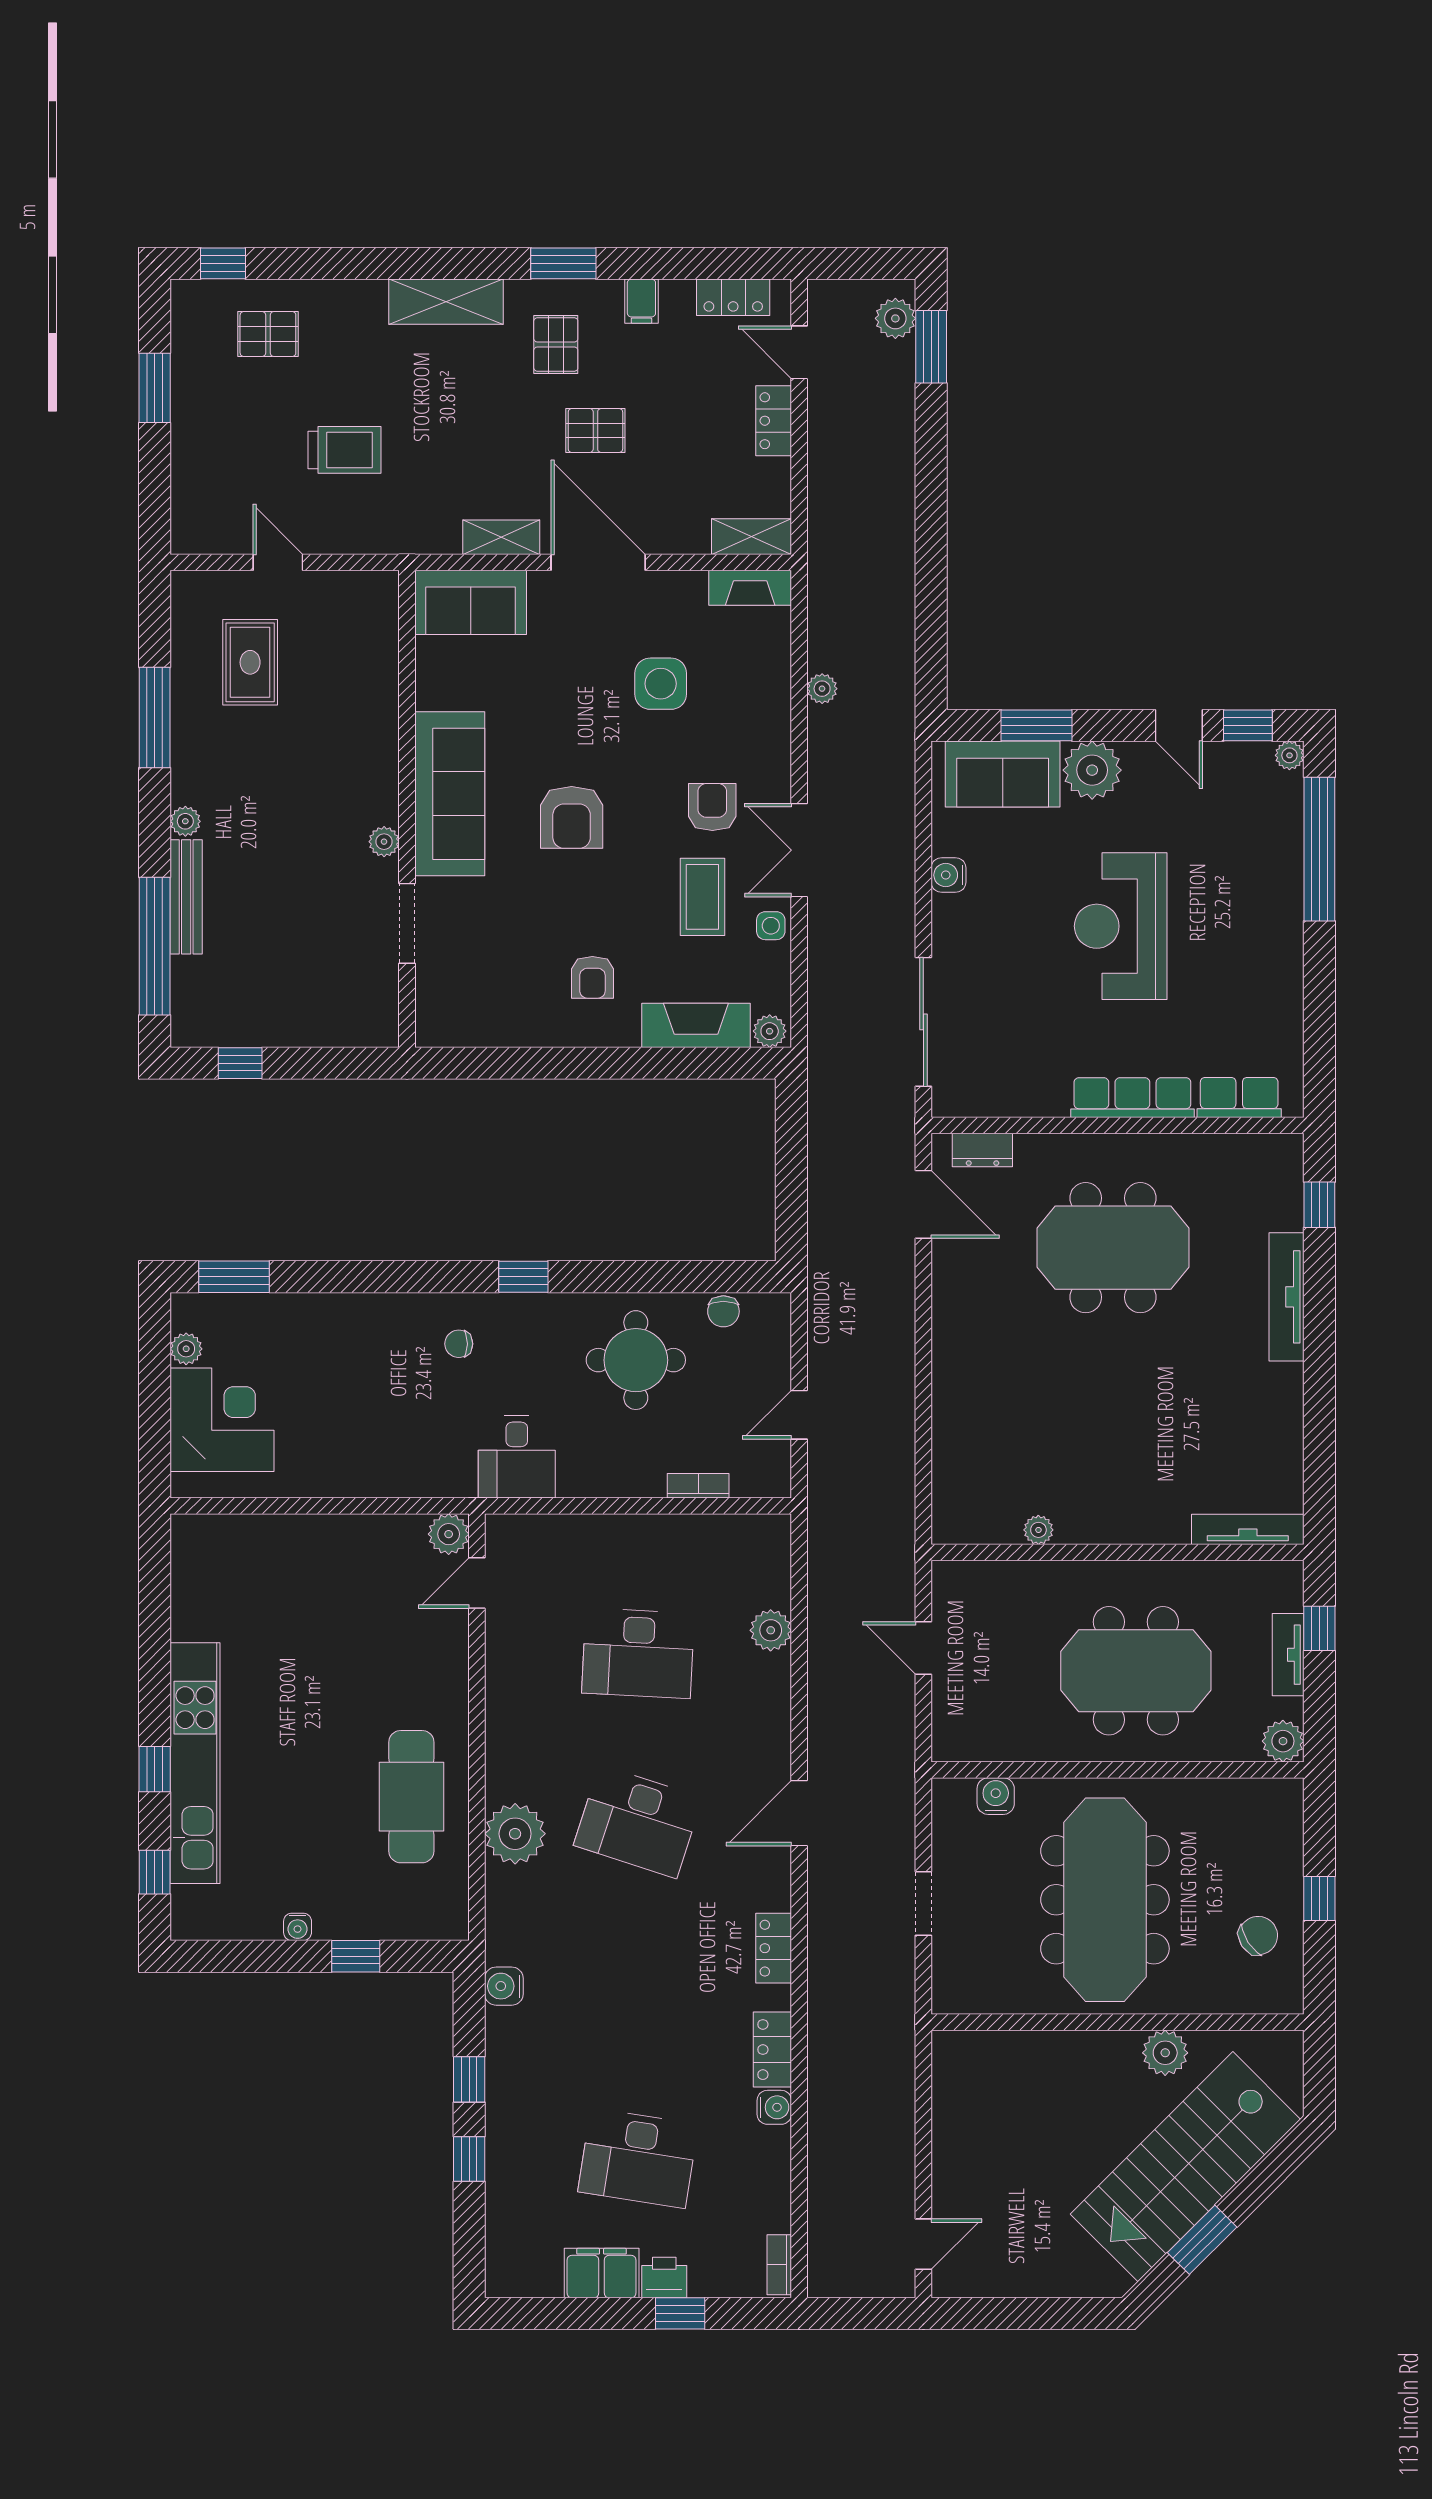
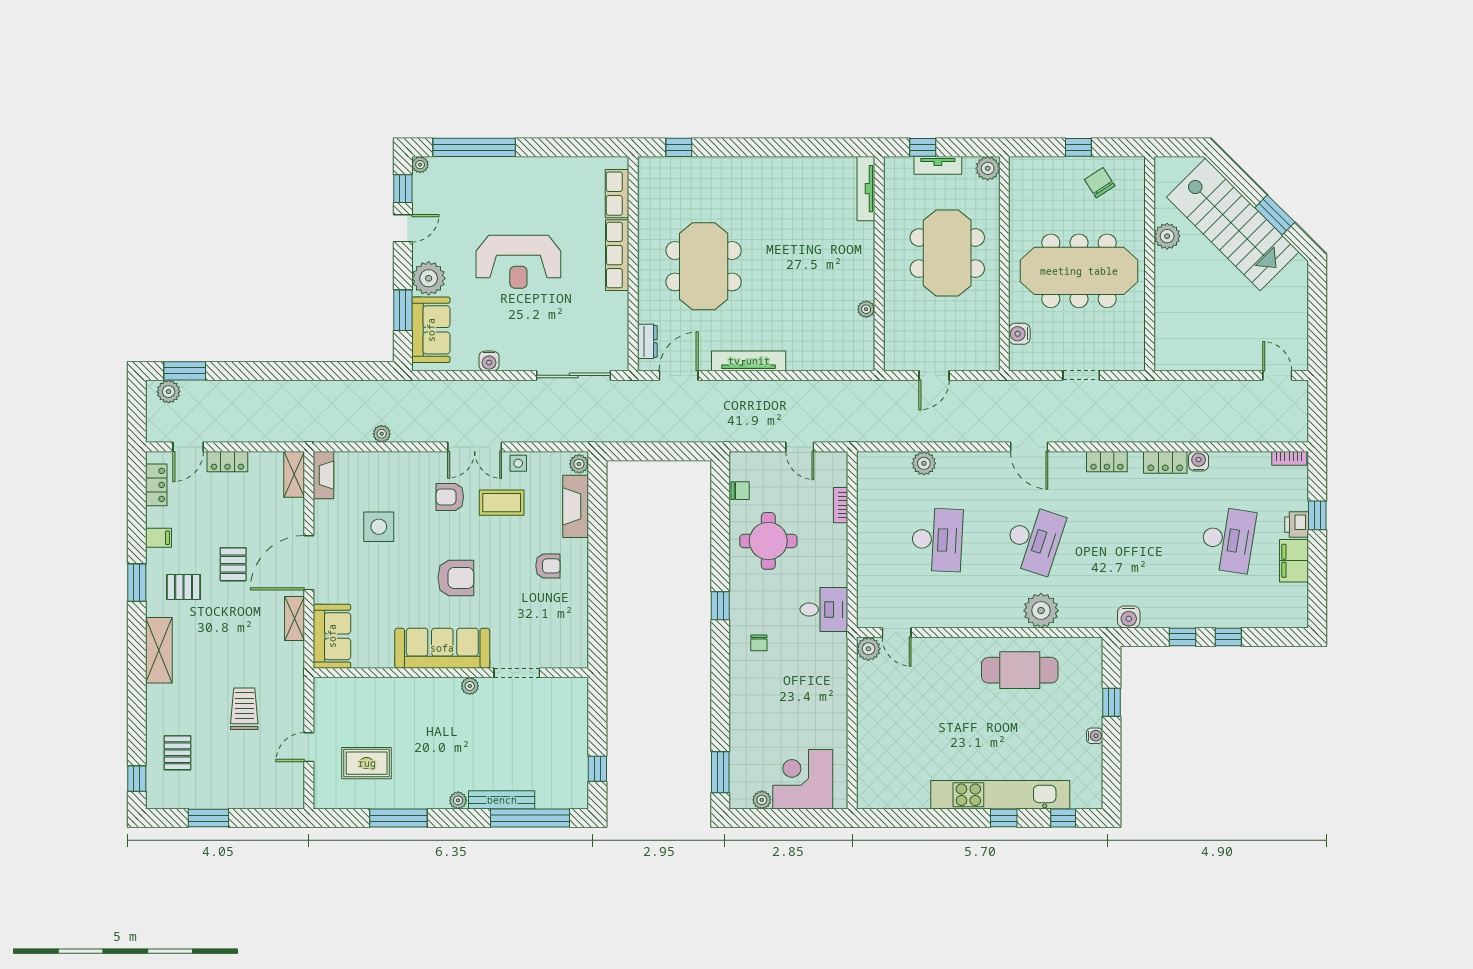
tv unit: (1287, 1297) -> (749, 361), moved, turned 180

